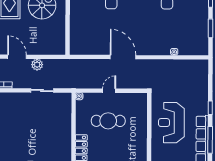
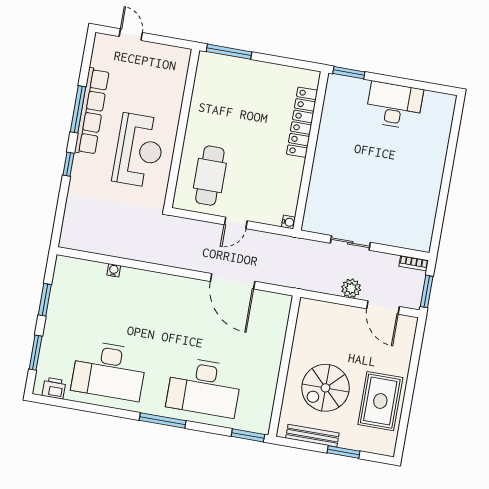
door: (123, 57) -> (233, 281), moved
cafe table: (108, 121) -> (210, 176), moved, turned 90

